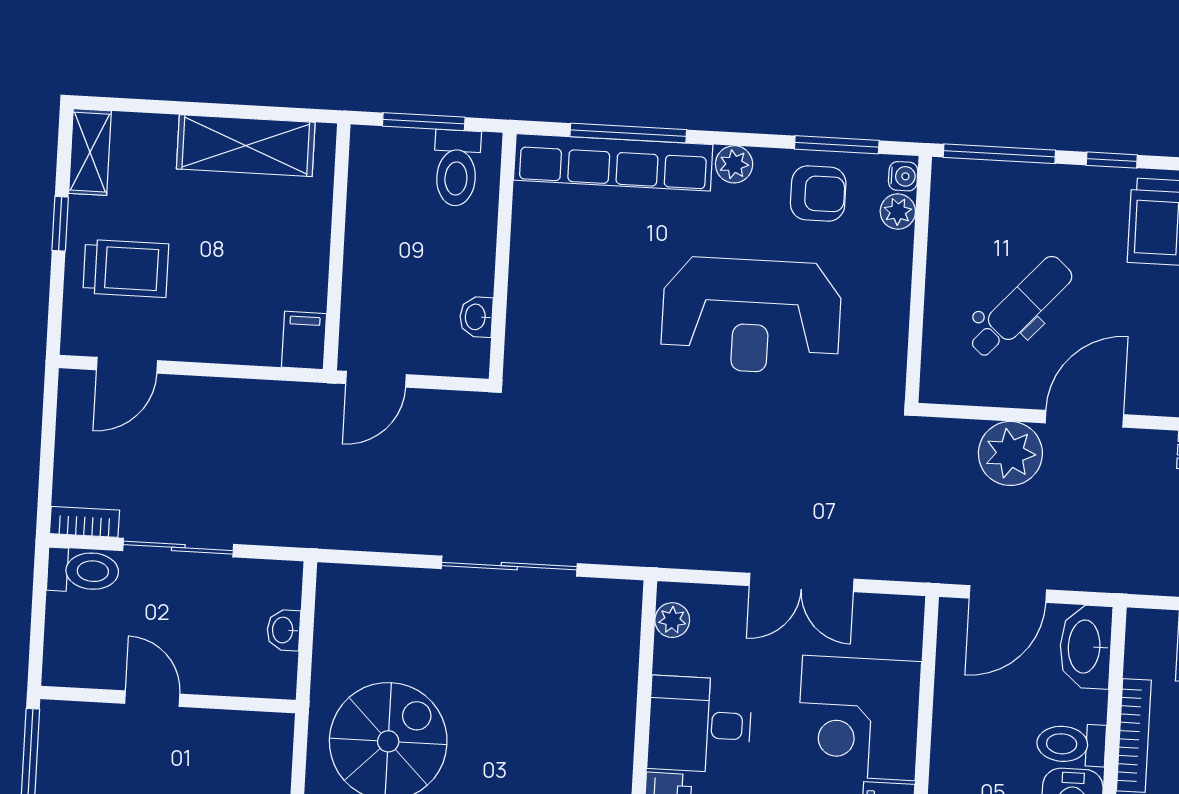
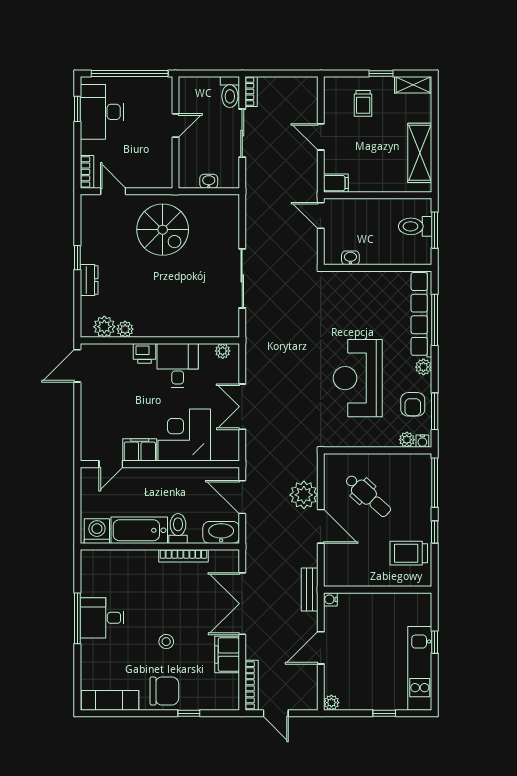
toilet: (457, 168) -> (415, 226), moved
trolley: (126, 268) -> (363, 103), width x0.73, depth x0.72
door: (127, 365) -> (321, 137), moved

